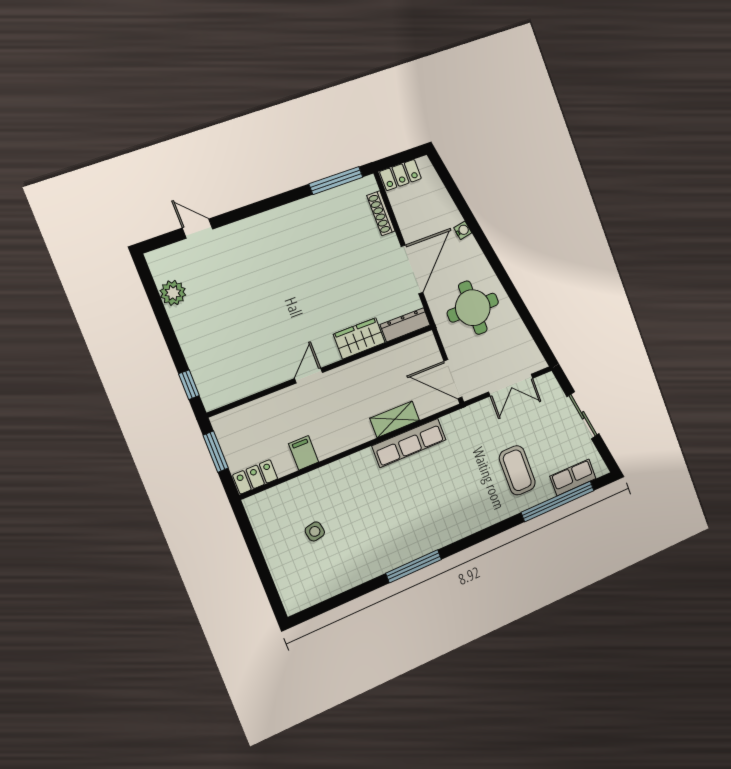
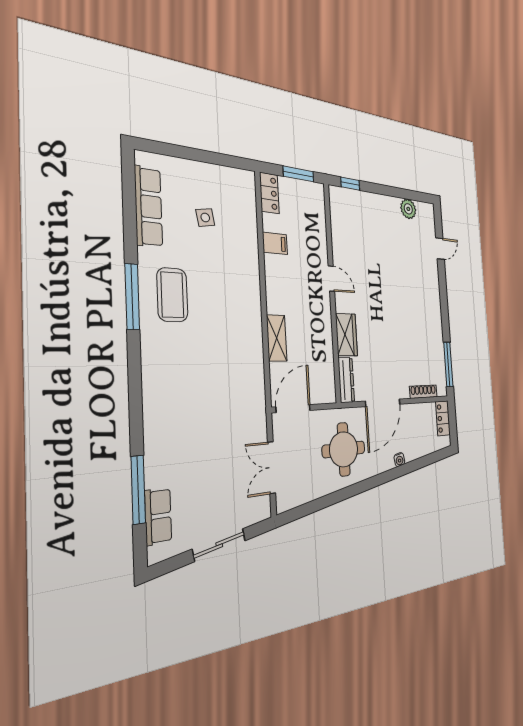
door: (412, 269) -> (383, 403), hinge flipped
row of seats: (409, 443) -> (148, 207), moved, turned 180
coffee table: (517, 470) -> (172, 295), moved, turned 90
window: (558, 501) -> (138, 490), width x0.68

